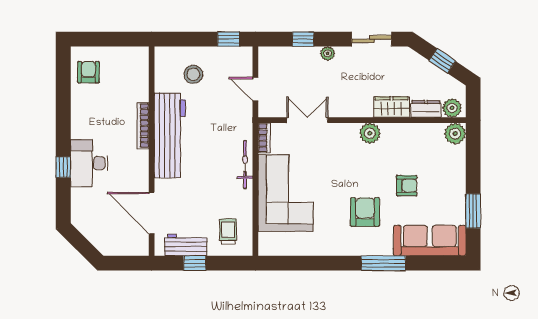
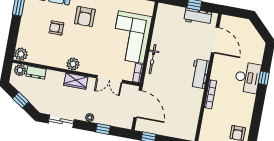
stool: (193, 74) -> (174, 120), removed
door: (255, 89) -> (138, 104), width x1.88
wardrobe: (391, 107) -> (76, 81), moved
workbench: (170, 135) -> (200, 74), width x0.53, depth x0.76
trolley: (228, 232) -> (171, 20), removed

